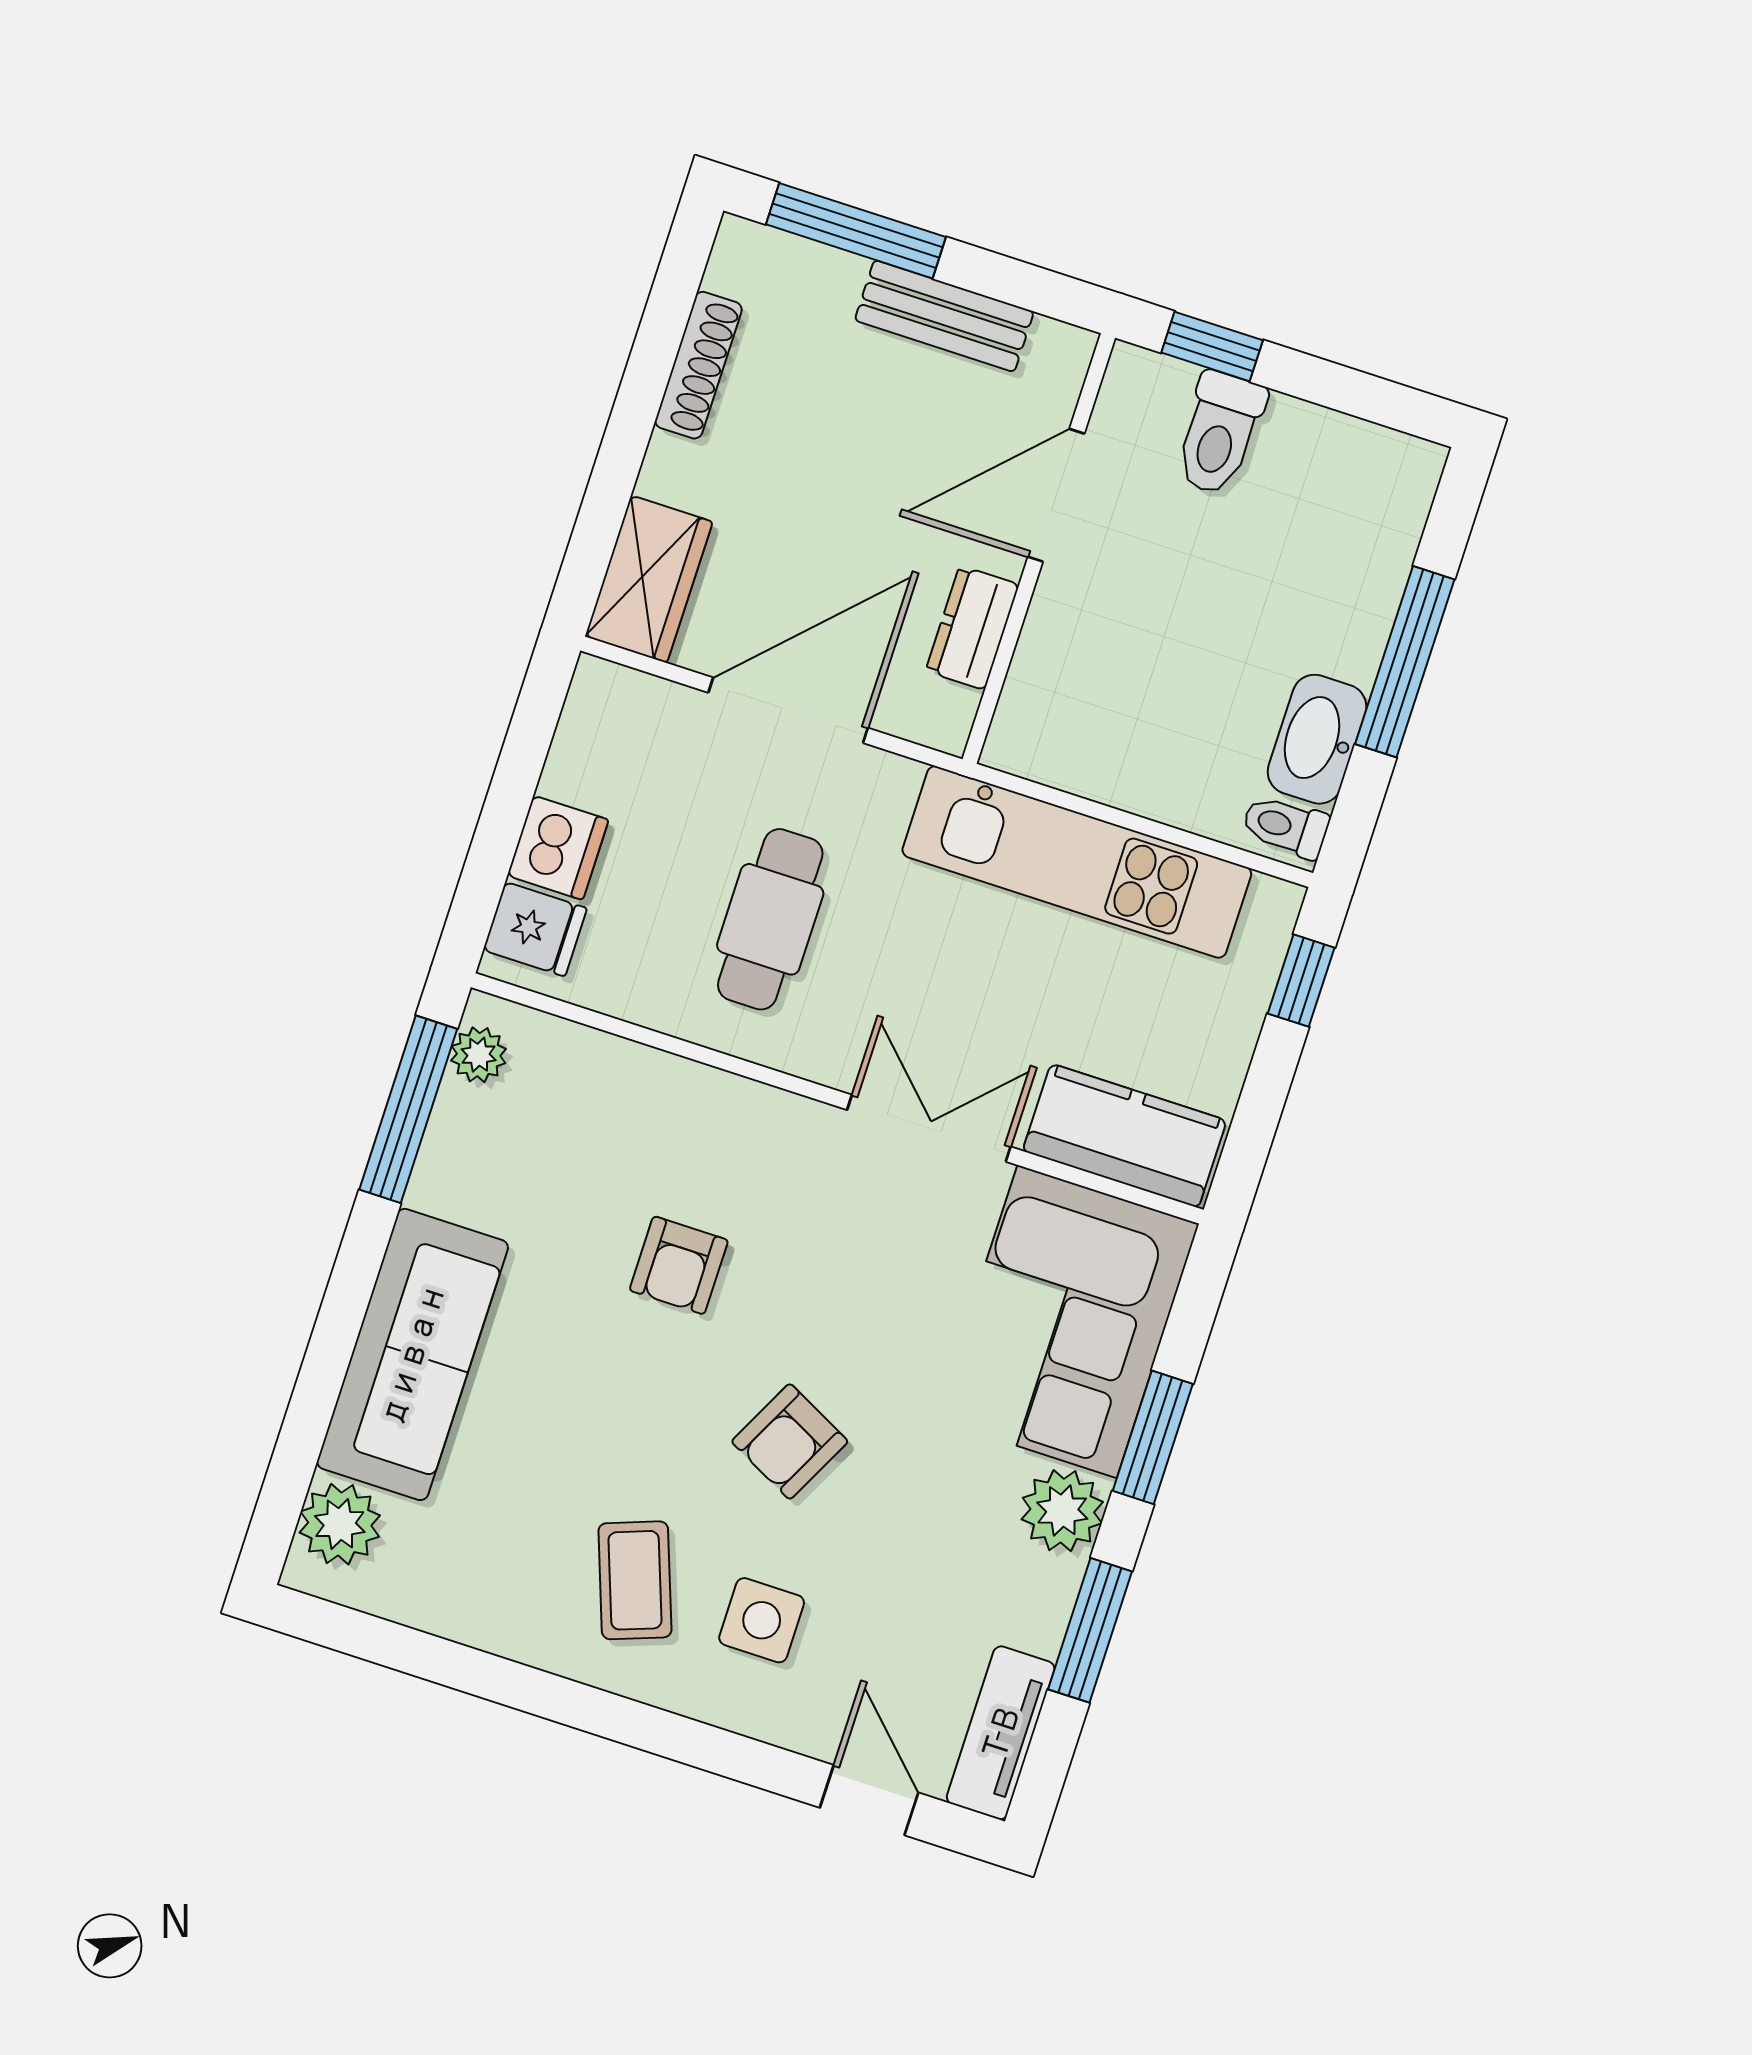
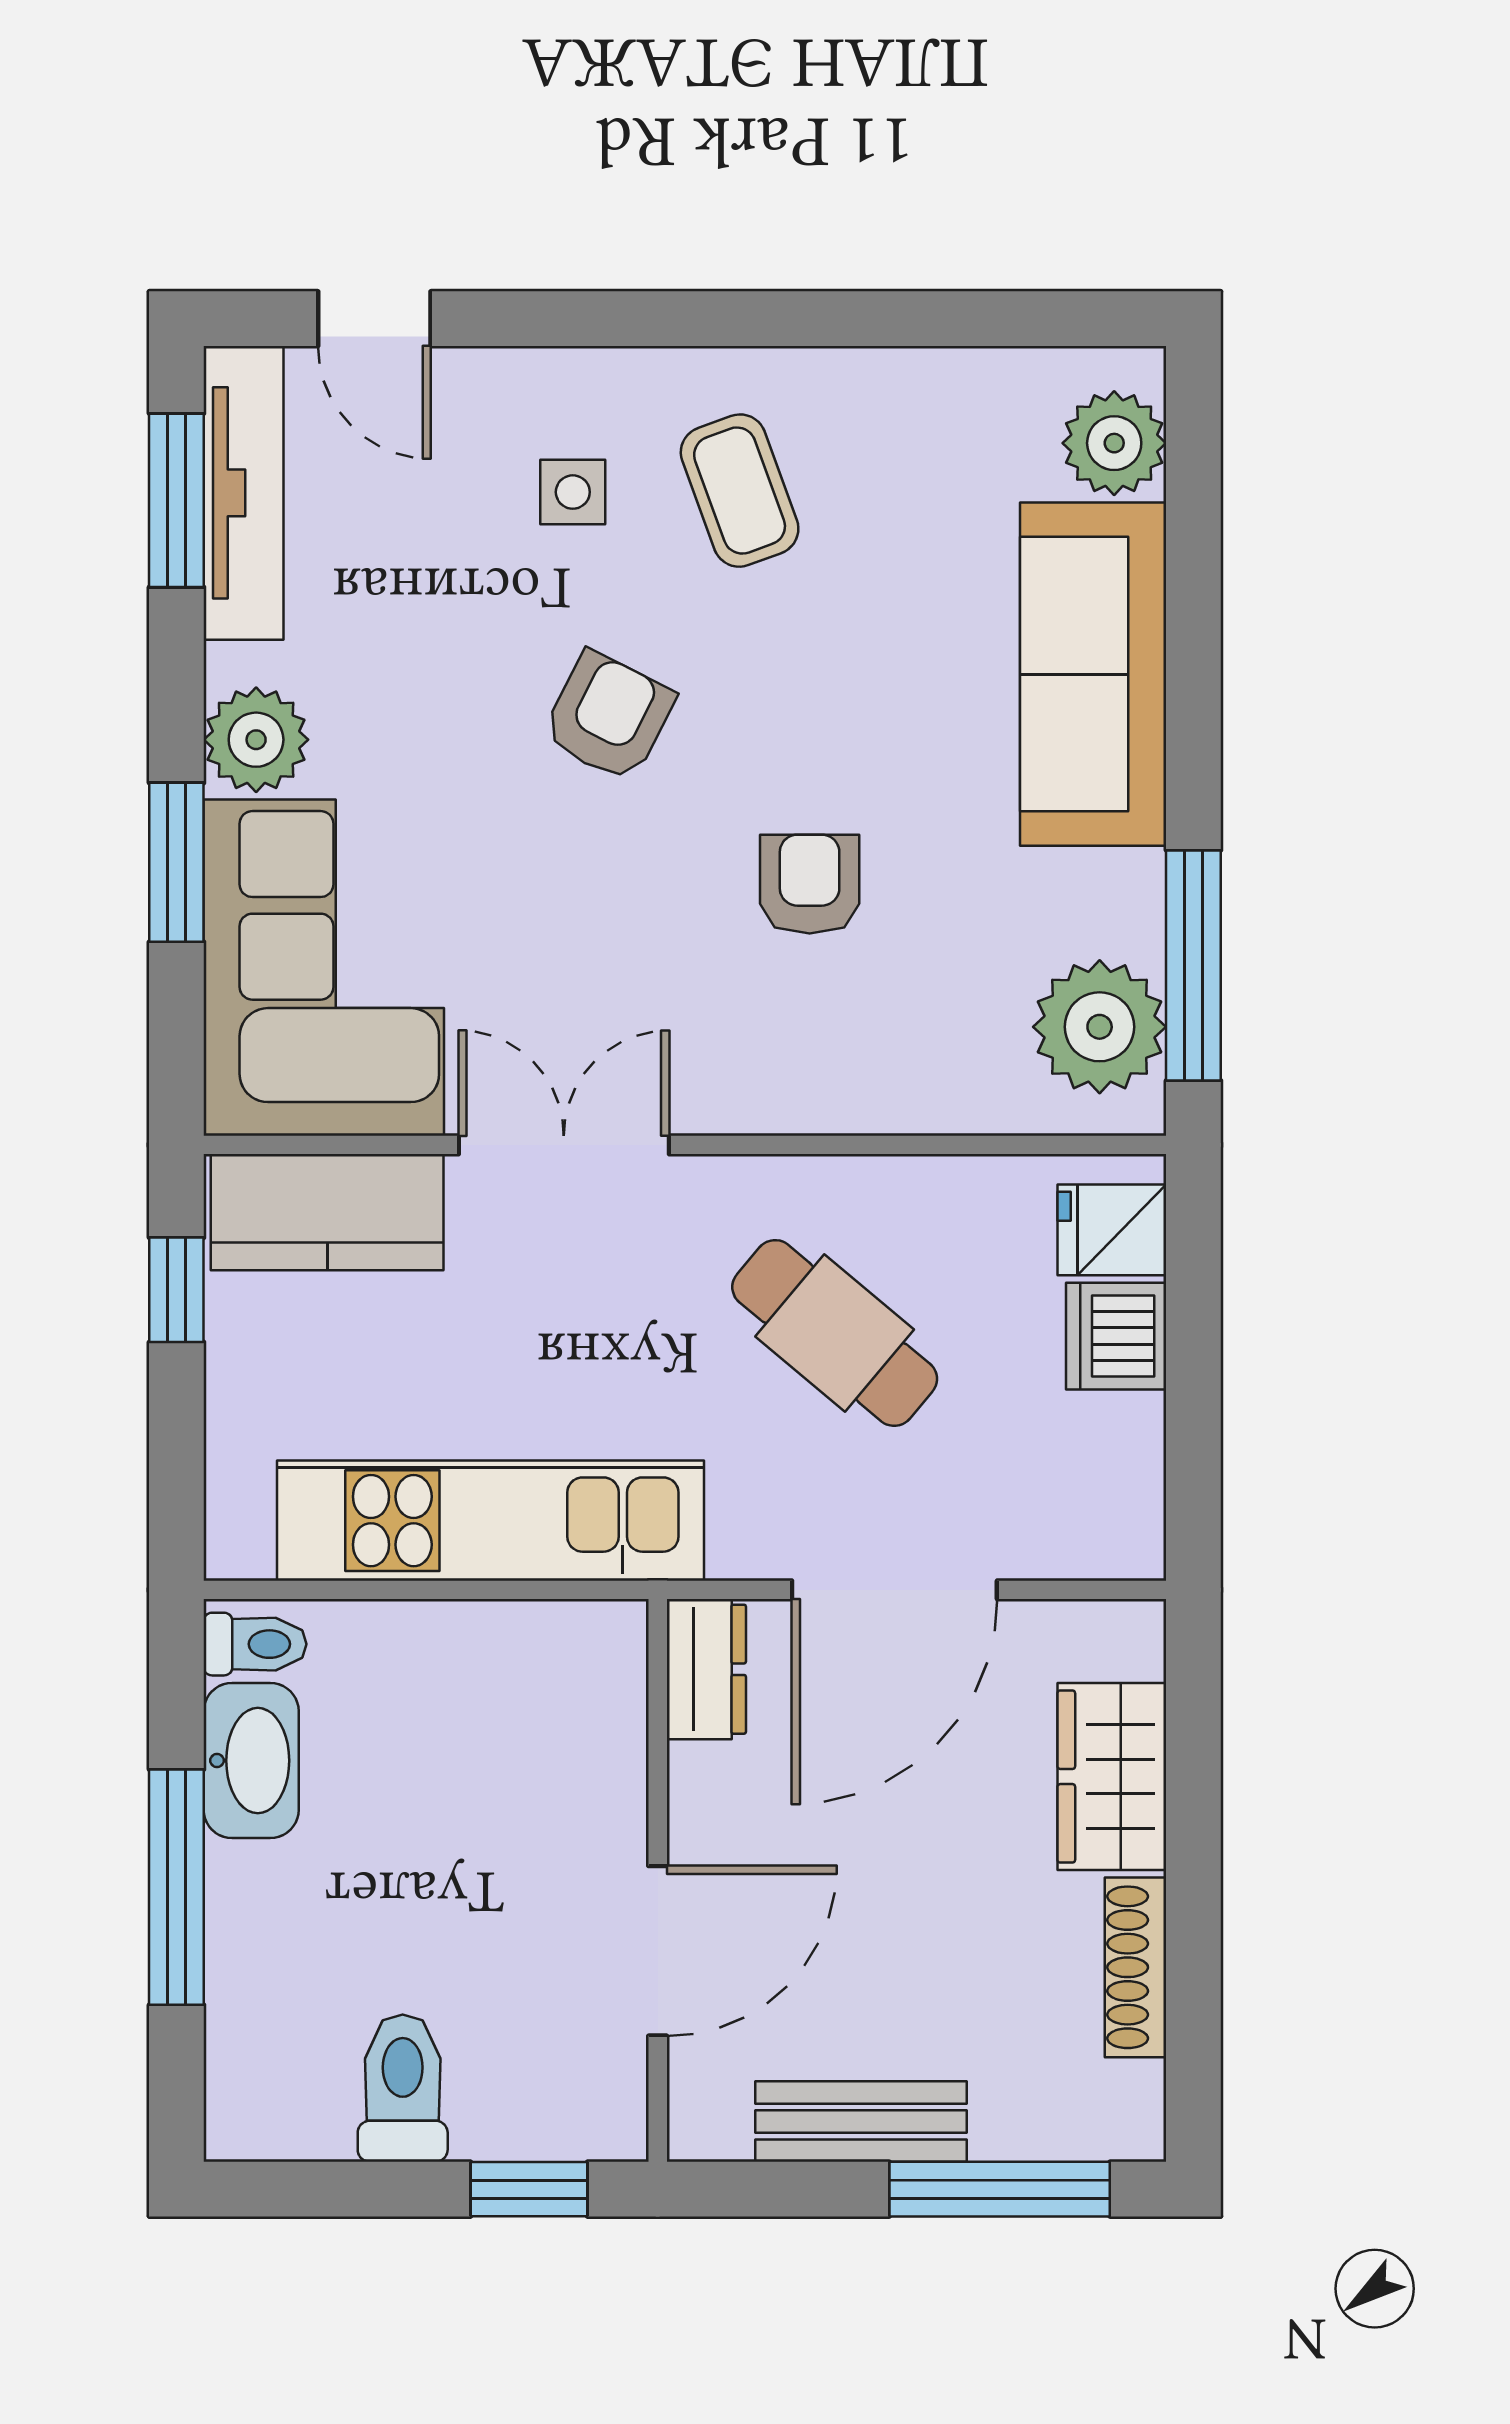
toilet: (1219, 433) -> (403, 2088), moved
wardrobe: (649, 579) -> (1112, 1777), moved
dresser: (972, 628) -> (706, 1669), moved
cafe table: (770, 919) -> (835, 1333), turned -50
window: (1301, 981) -> (176, 1290), moved
plant: (479, 1055) -> (1100, 1027), width x1.88, depth x1.88
double door: (929, 1128) -> (564, 1145), swing flipped
side table: (762, 1620) -> (573, 492), width x0.73, depth x0.73
window: (1090, 1630) -> (176, 500), moved
tv unit: (1001, 1733) -> (244, 493), width x1.41

